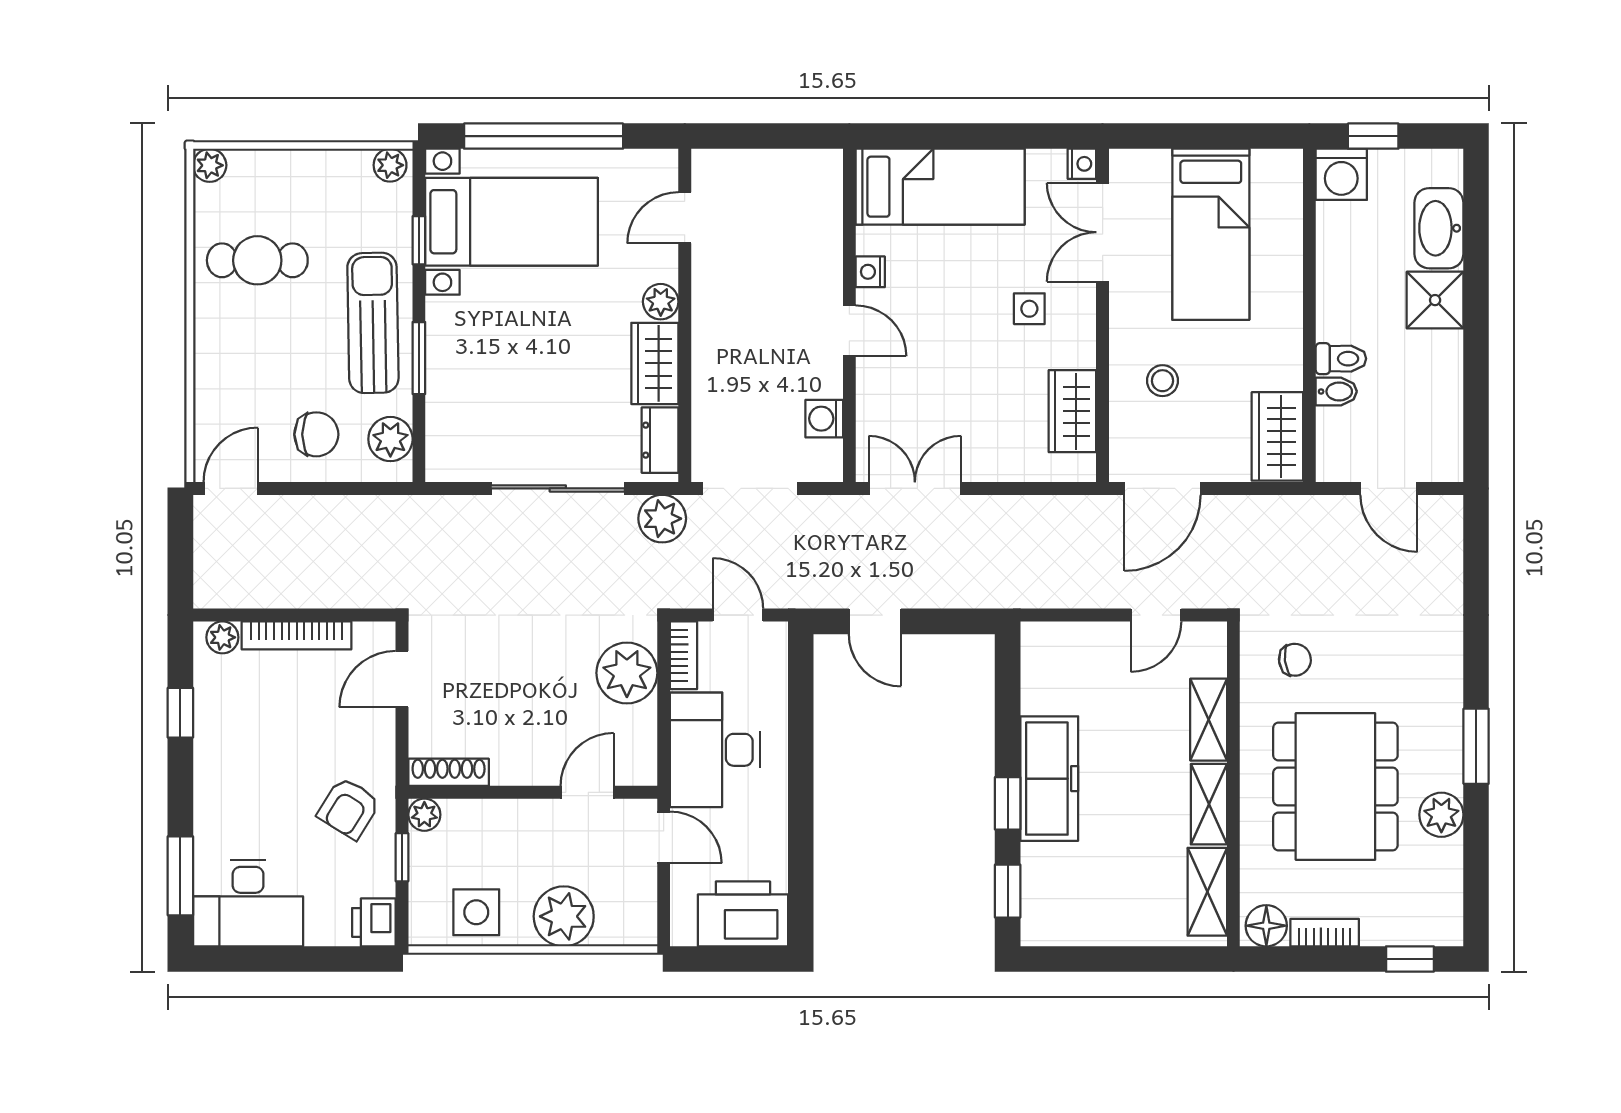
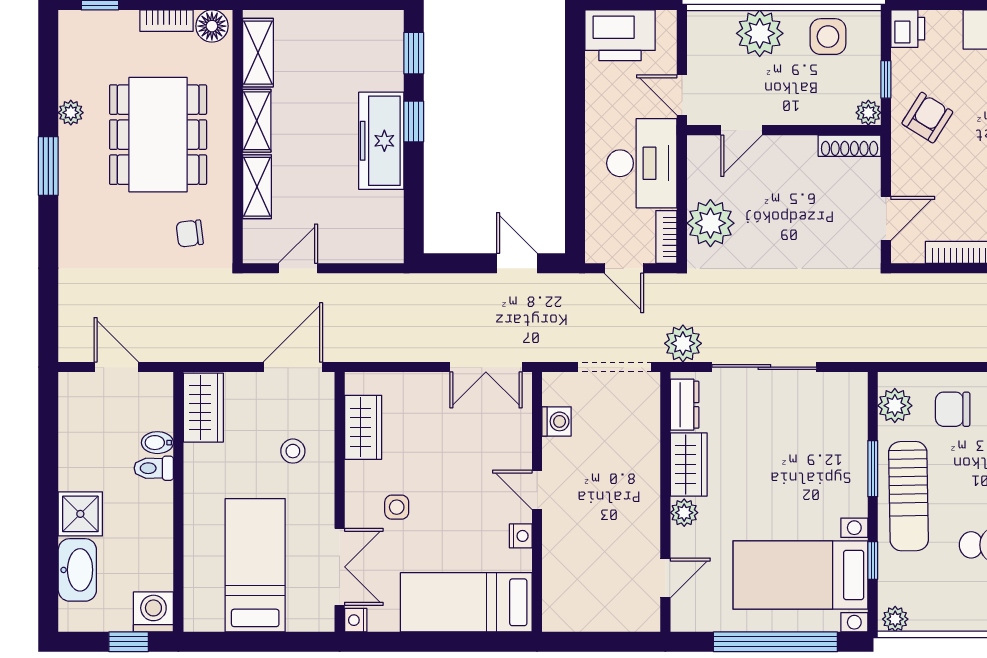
plant: (1441, 815) -> (71, 113), width x0.73, depth x0.73

